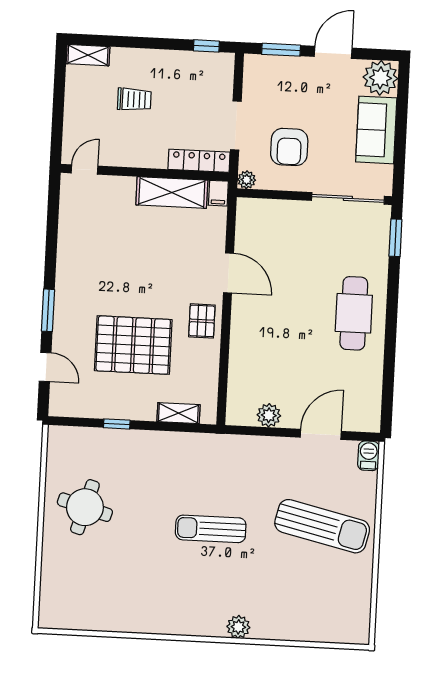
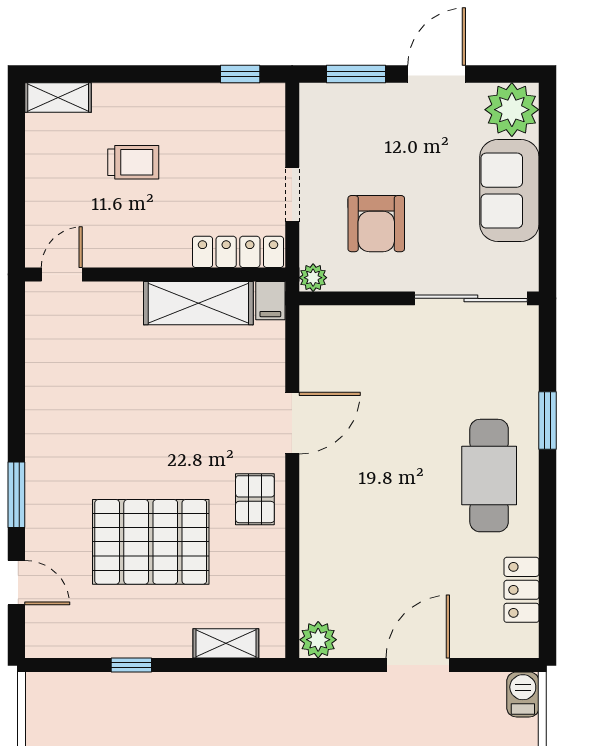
doorway: (236, 125) -> (292, 195), width x0.73
window: (395, 238) -> (547, 421), moved
door: (228, 273) -> (292, 423), hinge flipped
locker: (371, 388) -> (521, 590), added
plant: (269, 415) -> (318, 640), moved
door: (321, 434) -> (418, 665), moved

